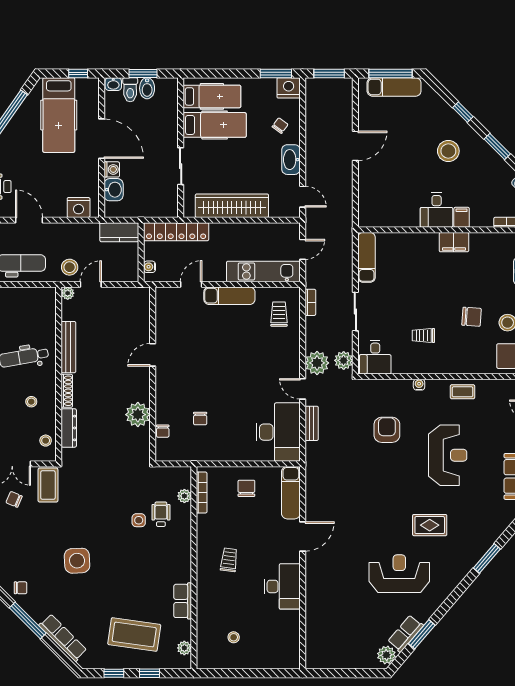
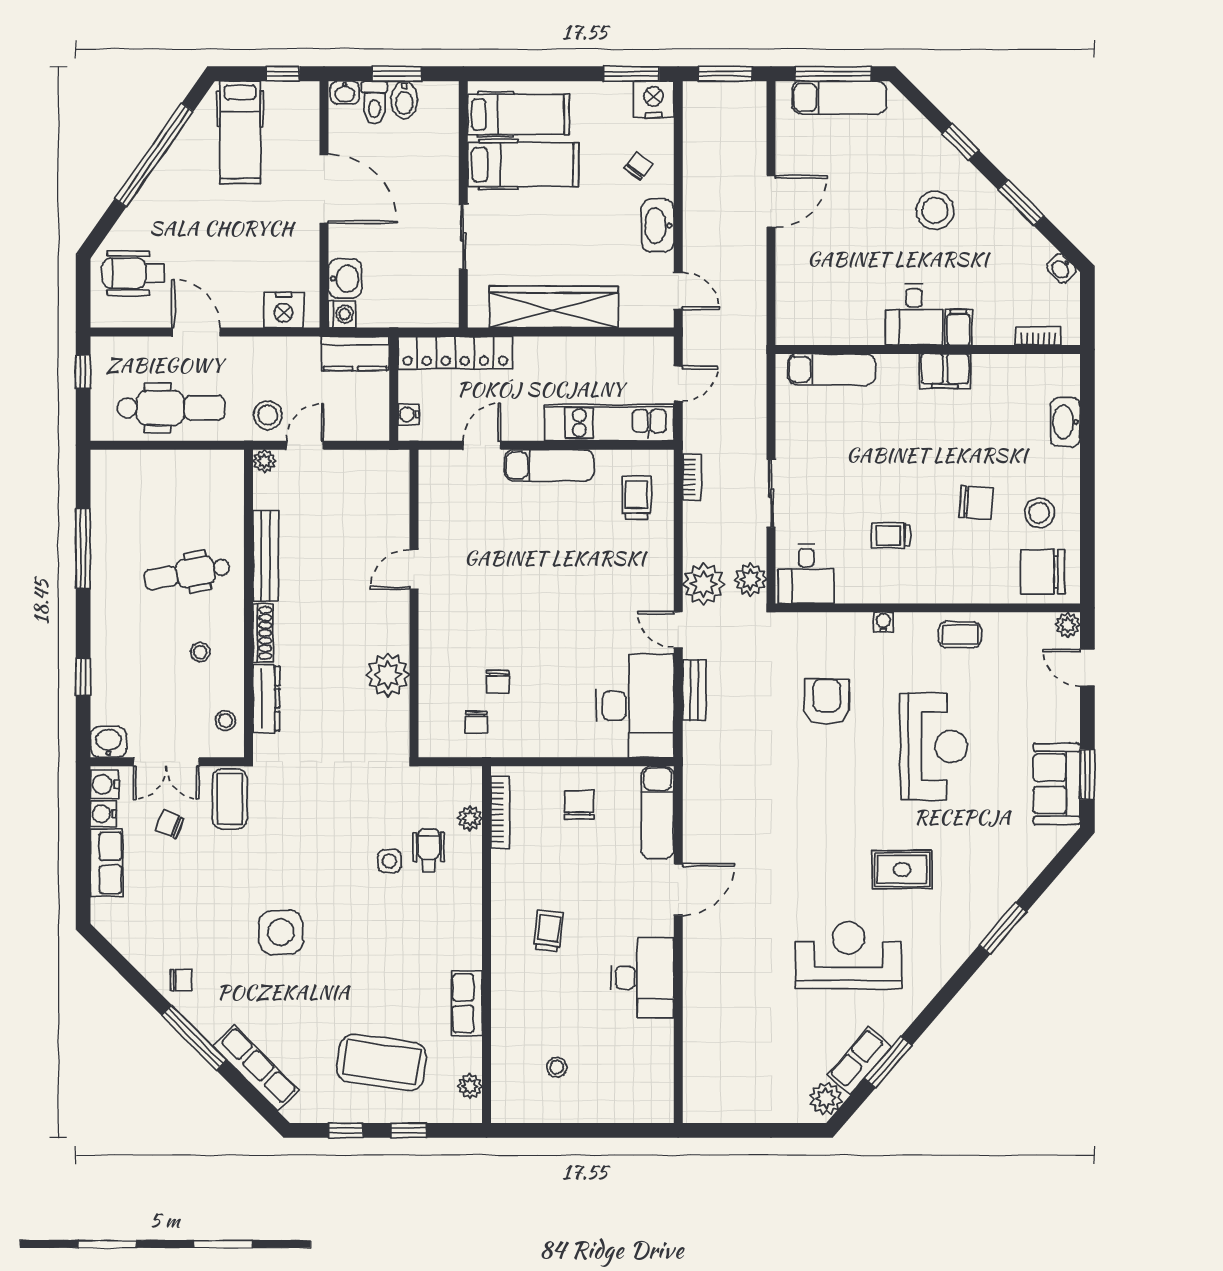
hospital bed: (59, 115) -> (240, 132), width x0.73, depth x0.78
washing machine: (112, 169) -> (342, 314), moved
exam couch: (367, 257) -> (832, 369), moved, turned 90
chair: (163, 431) -> (476, 722), moved

